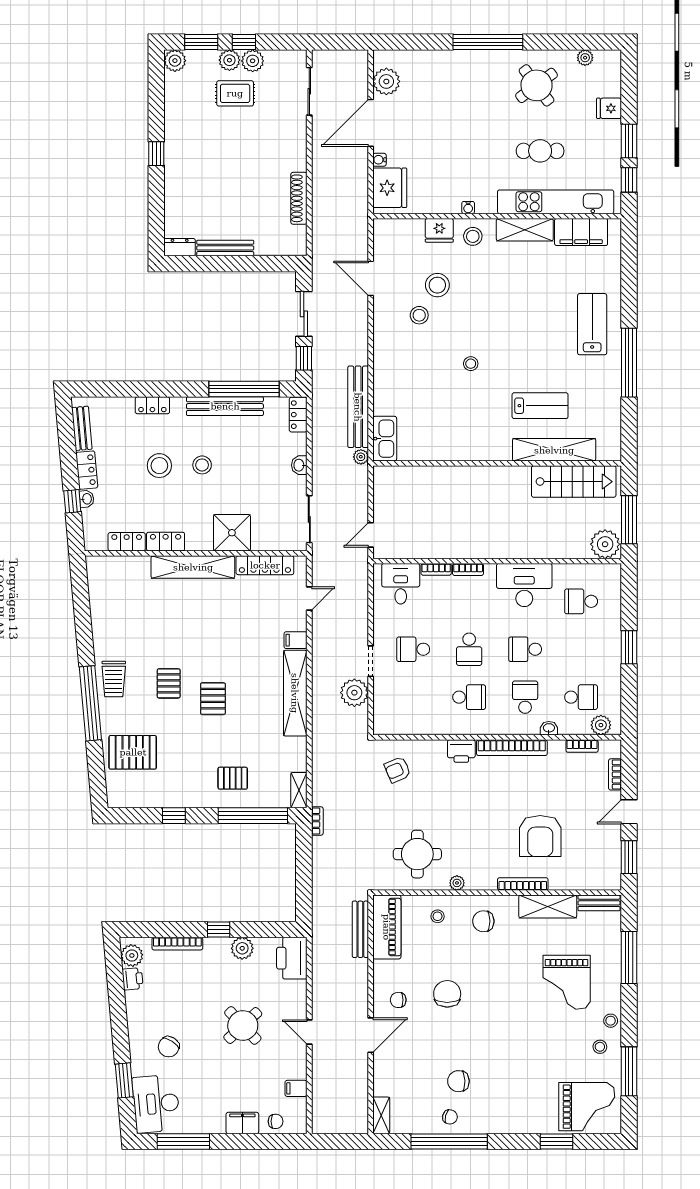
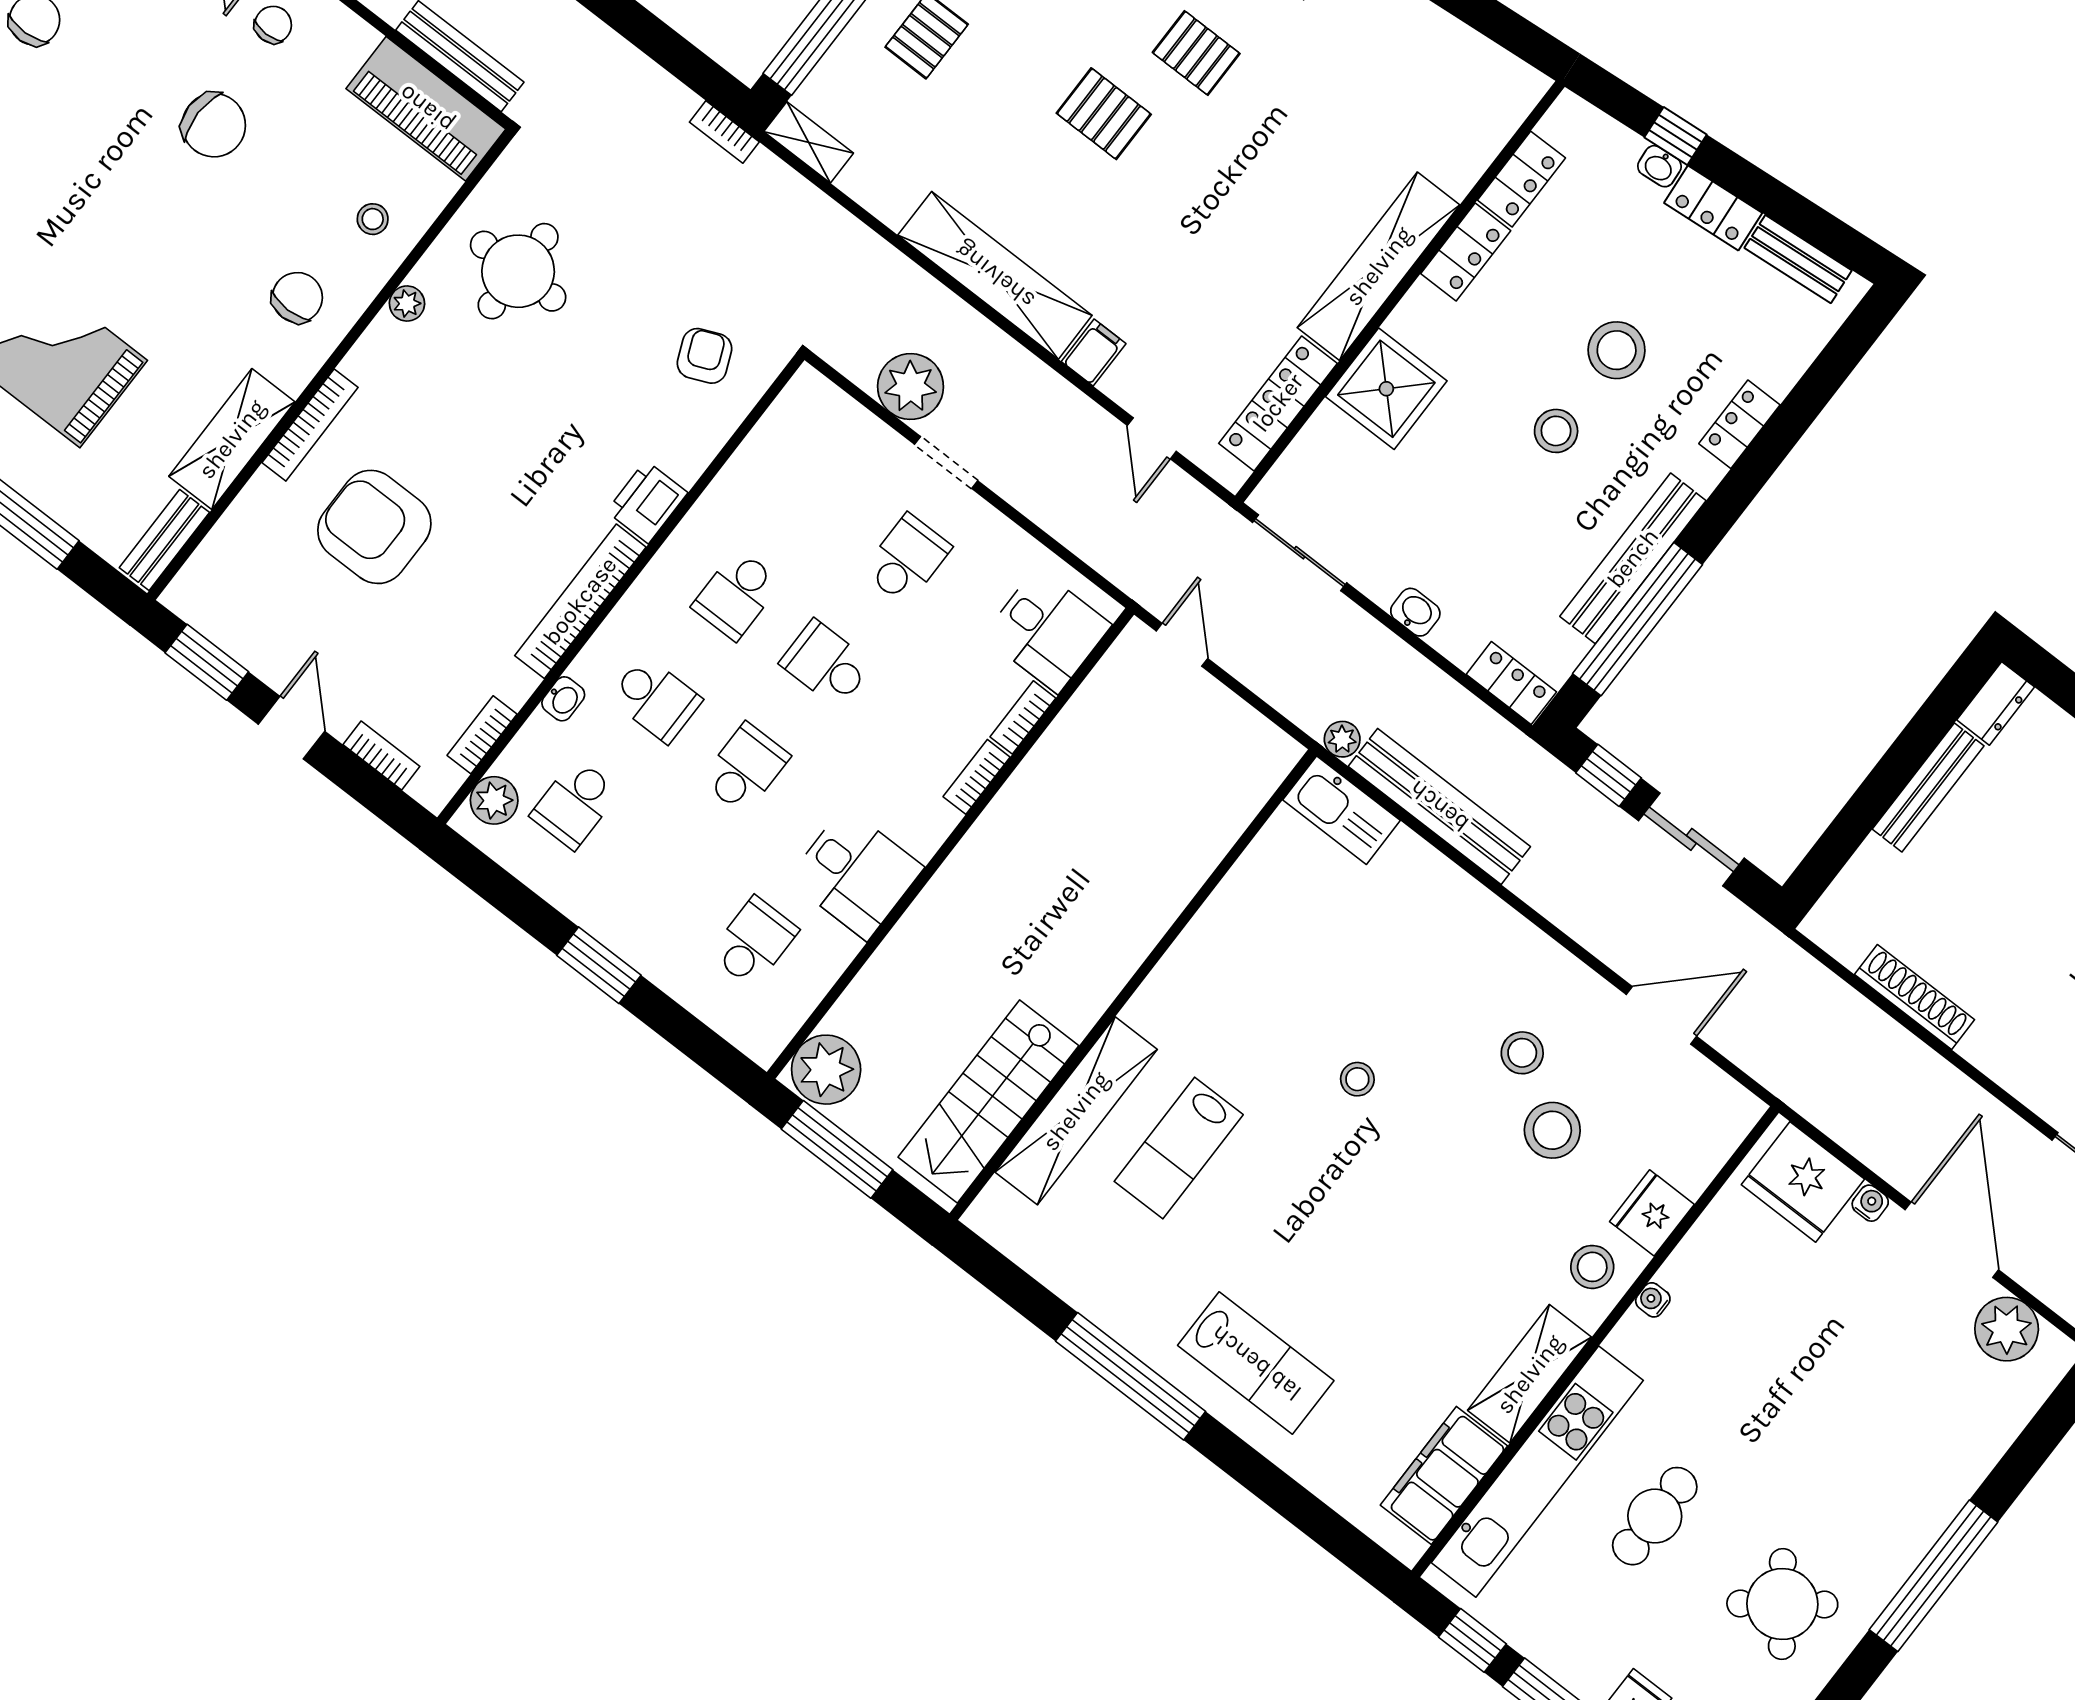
desk: (524, 585) -> (856, 873), width x0.73

